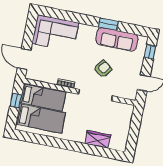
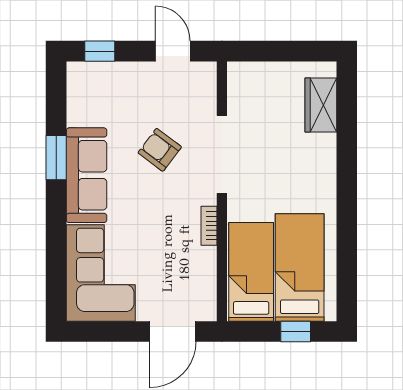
sofa: (117, 39) -> (87, 175), moved
window: (16, 101) -> (296, 331), moved
wardrobe: (98, 139) -> (321, 105), moved

